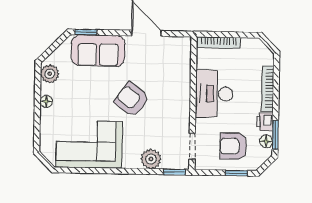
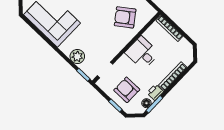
desk: (214, 94) -> (142, 53), width x0.73
armchair: (132, 100) -> (125, 17), moved, turned -73

